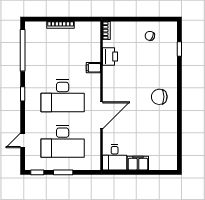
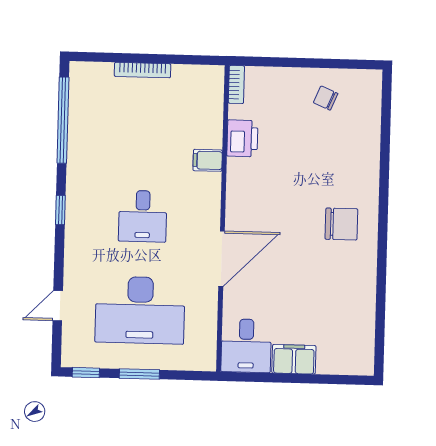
window: (179, 49) -> (386, 127), removed
desk: (63, 96) -> (143, 216), width x0.53, depth x0.77
chair: (159, 97) -> (341, 224), turned 180

